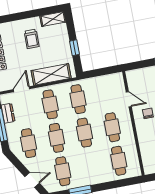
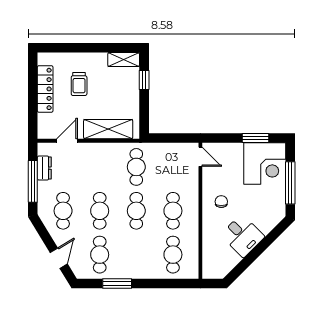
trolley: (32, 39) -> (79, 84), moved
window: (75, 48) -> (144, 80), moved
door: (129, 99) -> (200, 157), moved
cafe table: (50, 104) -> (100, 167), removed
door: (32, 180) -> (59, 258), hinge flipped

